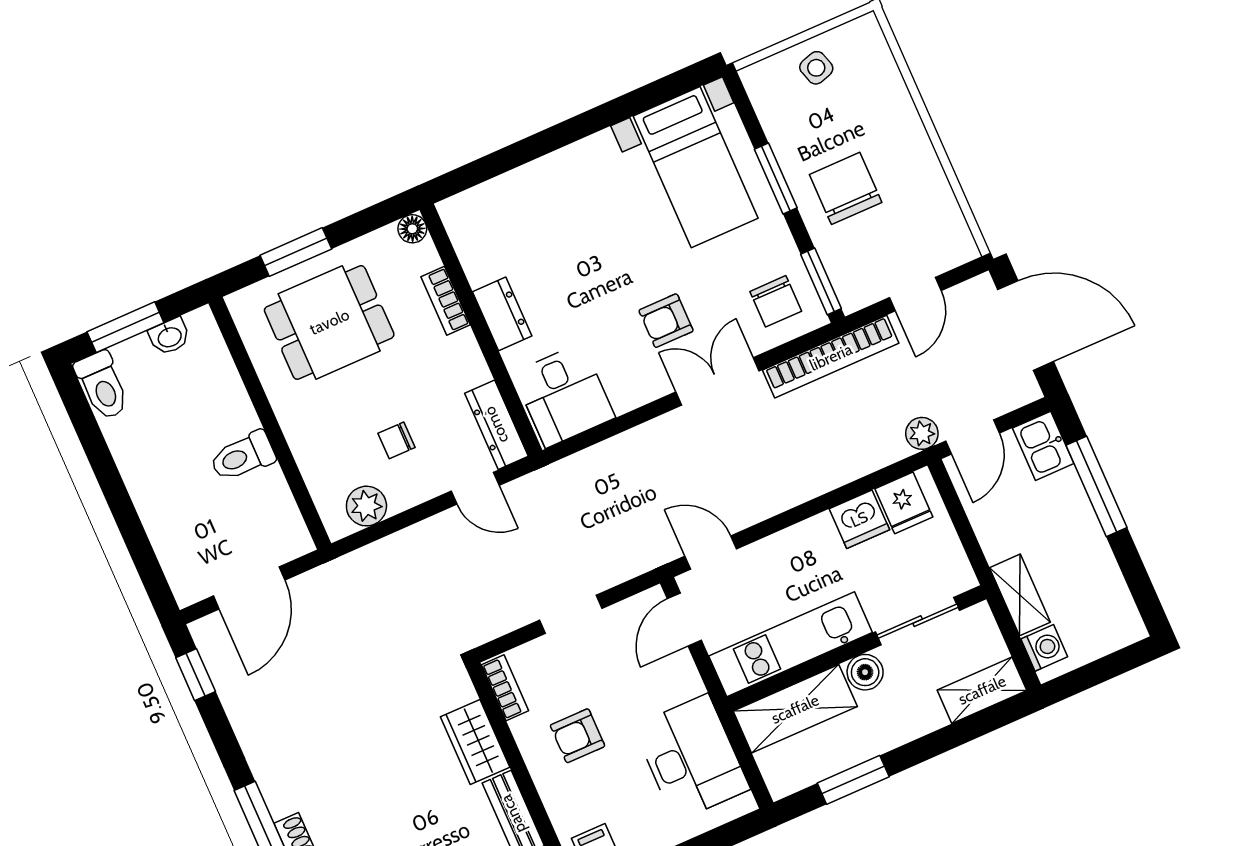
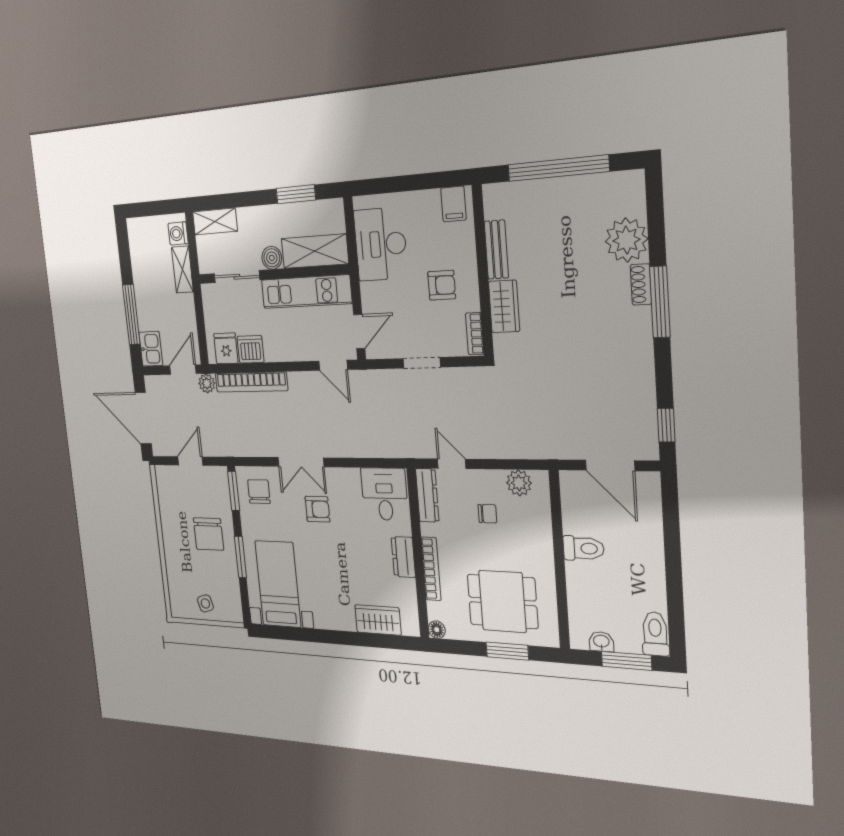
wardrobe: (510, 195) -> (378, 620), added
bookcase: (446, 301) -> (431, 569), width x1.56
bookcase: (831, 357) -> (251, 382), moved, turned 180
door: (249, 588) -> (610, 465), swing flipped

